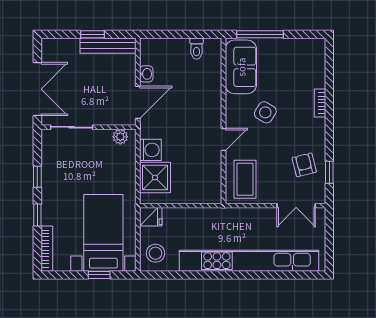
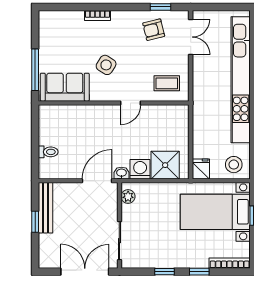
toilet: (196, 49) -> (48, 152), moved
washbasin: (146, 74) -> (121, 173), moved
door: (138, 102) -> (97, 181), hinge flipped
door: (223, 139) -> (131, 103), swing flipped
coffee table: (245, 179) -> (167, 83), width x0.73, depth x0.77

